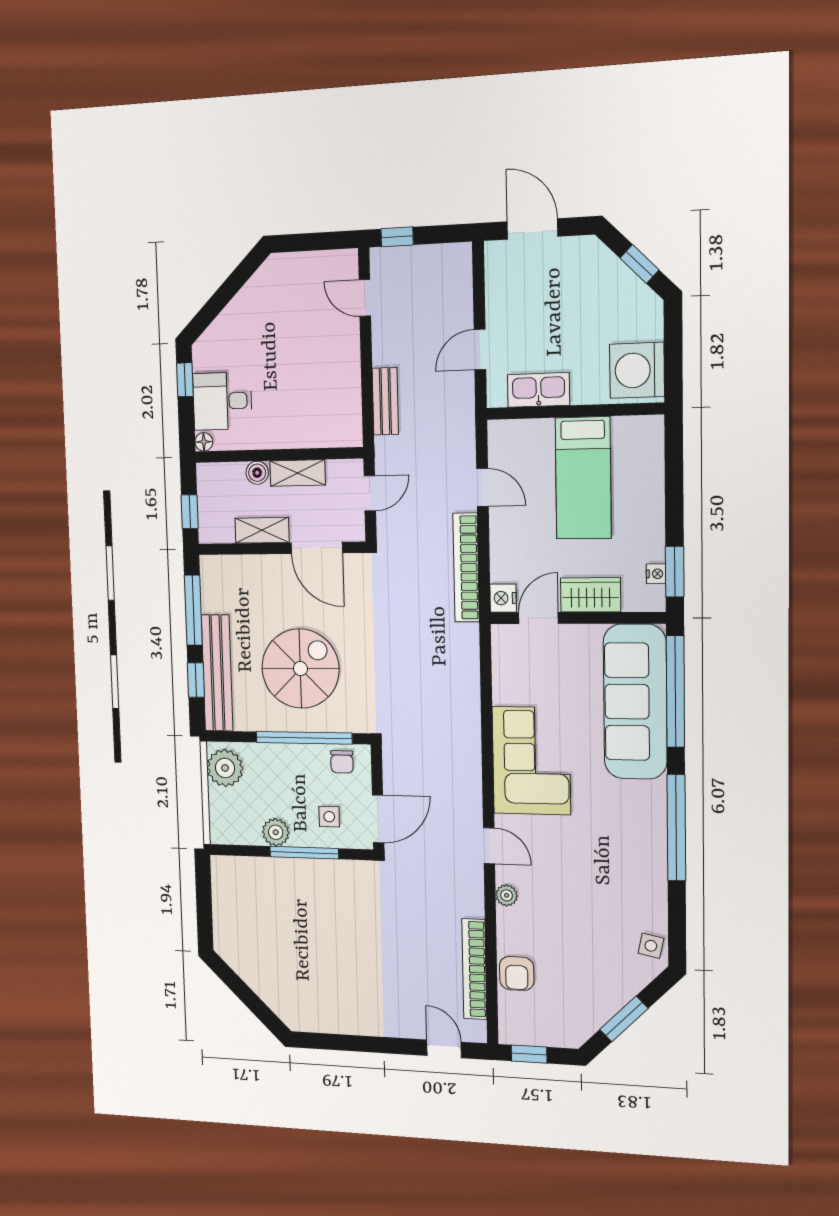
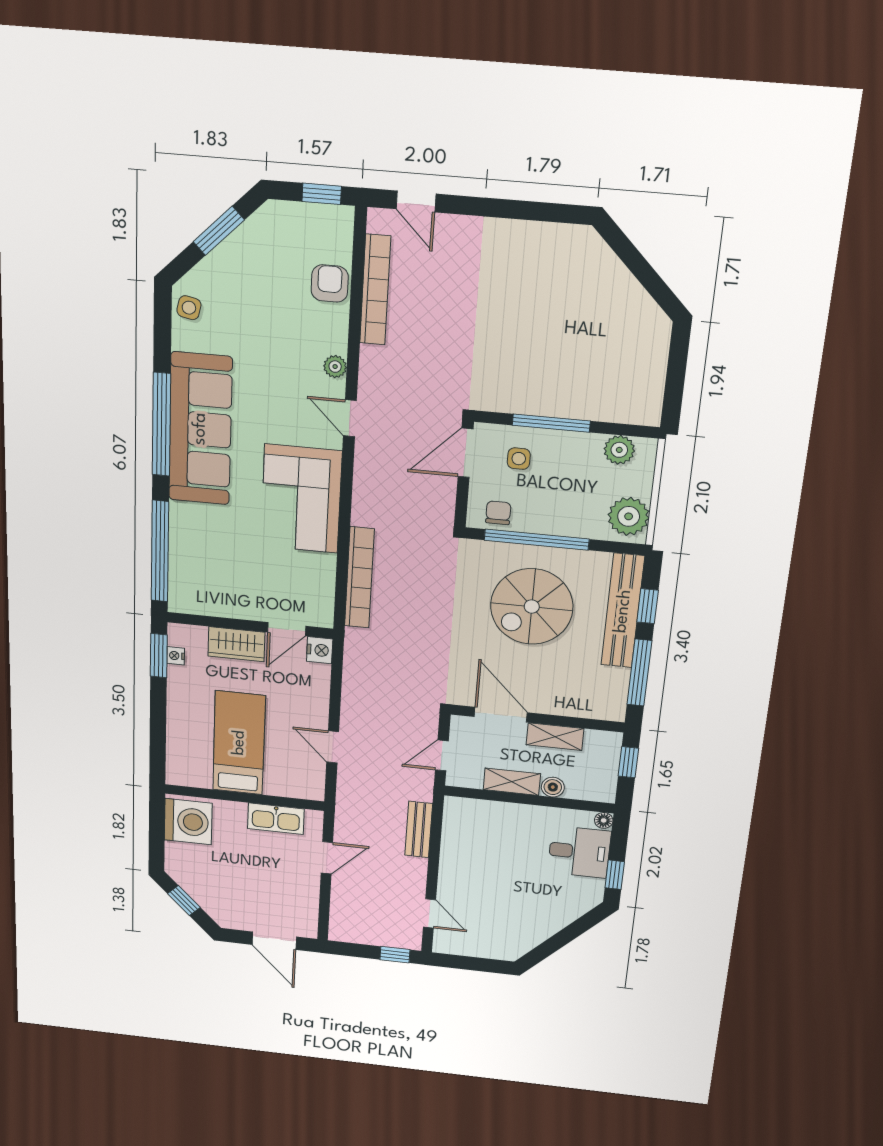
bookcase: (466, 568) -> (359, 578), moved
sofa: (635, 702) -> (200, 429), moved
plant: (276, 832) -> (619, 450), moved

